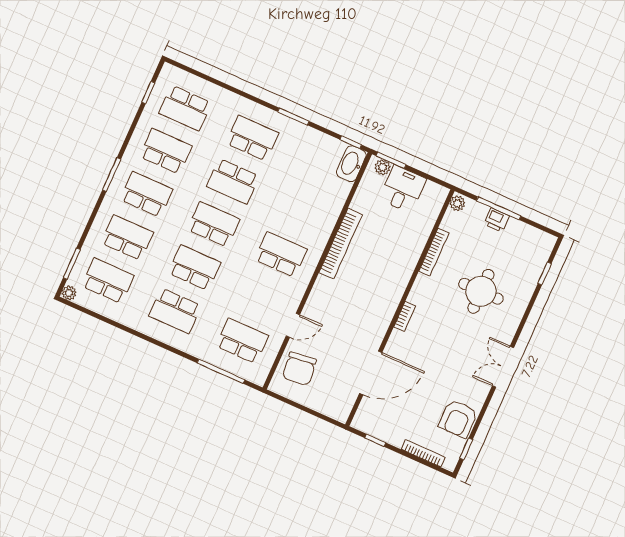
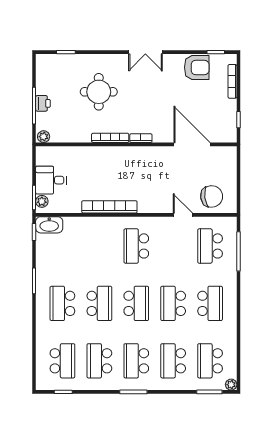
school desk: (214, 224) -> (136, 303), turned 180
bookcase: (434, 252) -> (110, 138), moved

